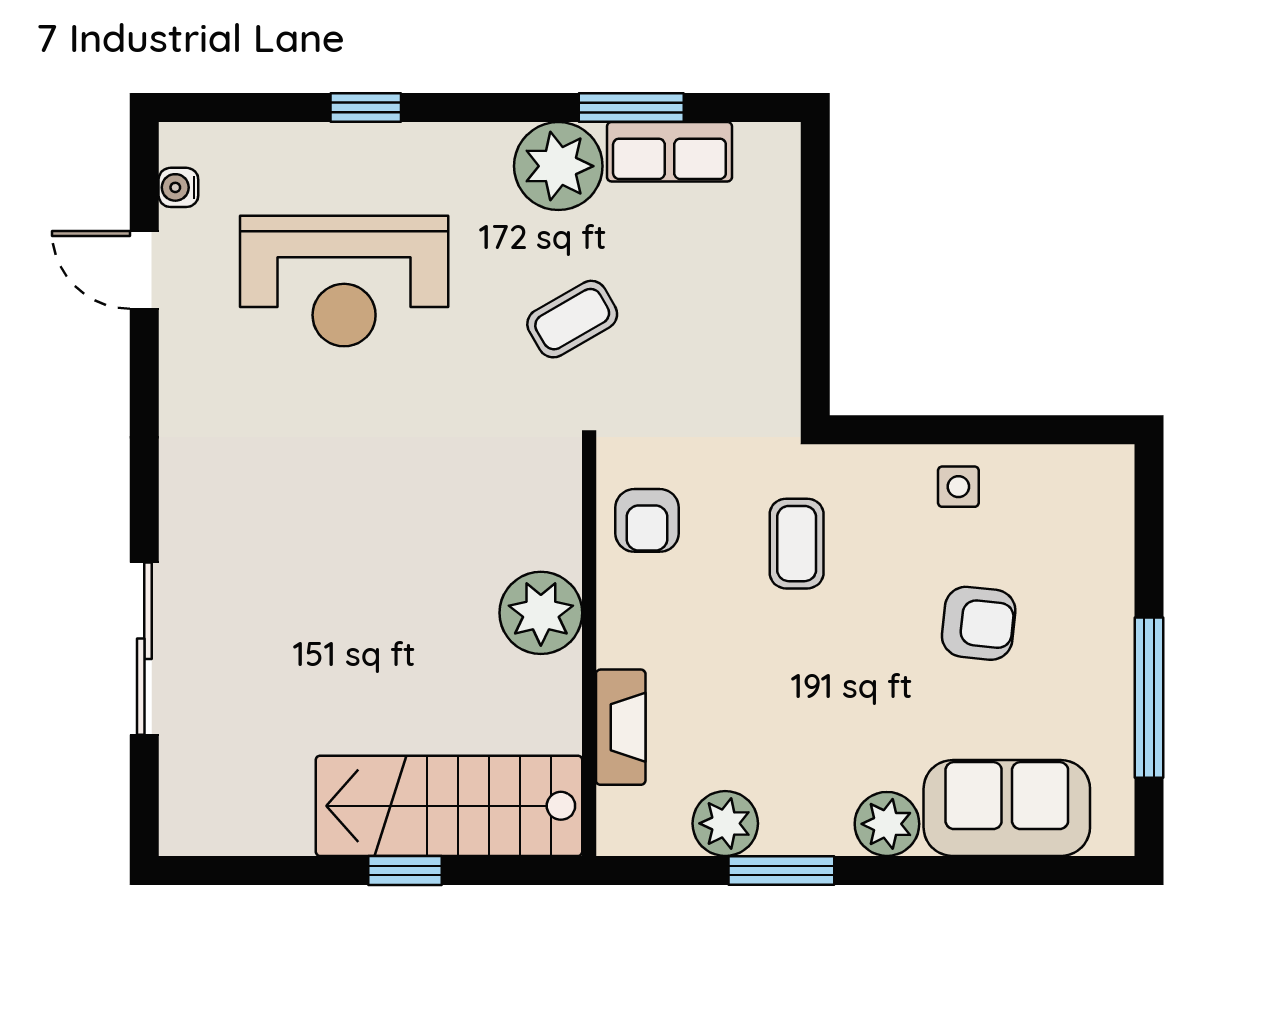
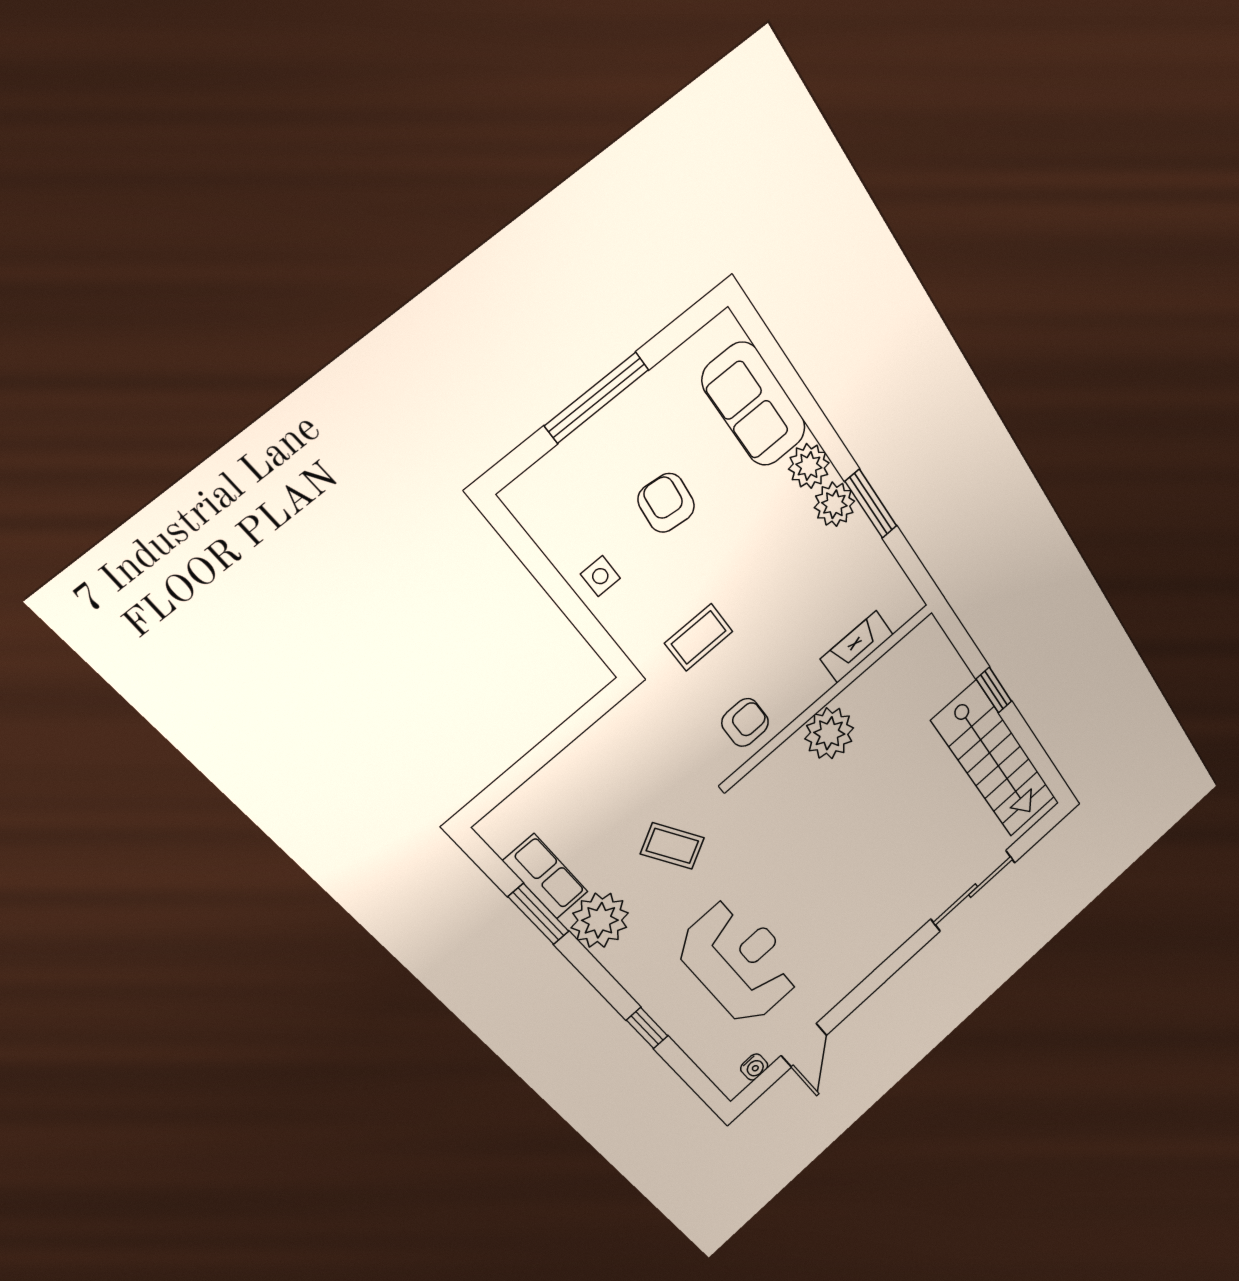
window: (1149, 698) -> (597, 398), moved
stairs: (449, 806) -> (994, 760), moved
plant: (725, 823) -> (834, 504), moved

